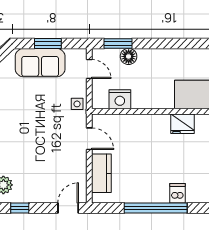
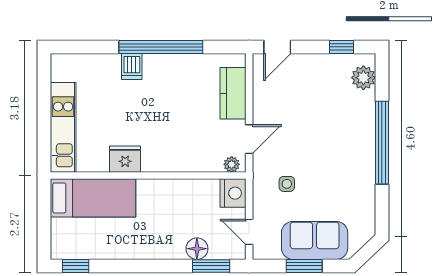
nightstand: (120, 99) -> (233, 193), moved, turned 90
side table: (77, 104) -> (287, 184), moved
plant: (102, 120) -> (232, 164), added
door: (89, 139) -> (249, 139), swing flipped

